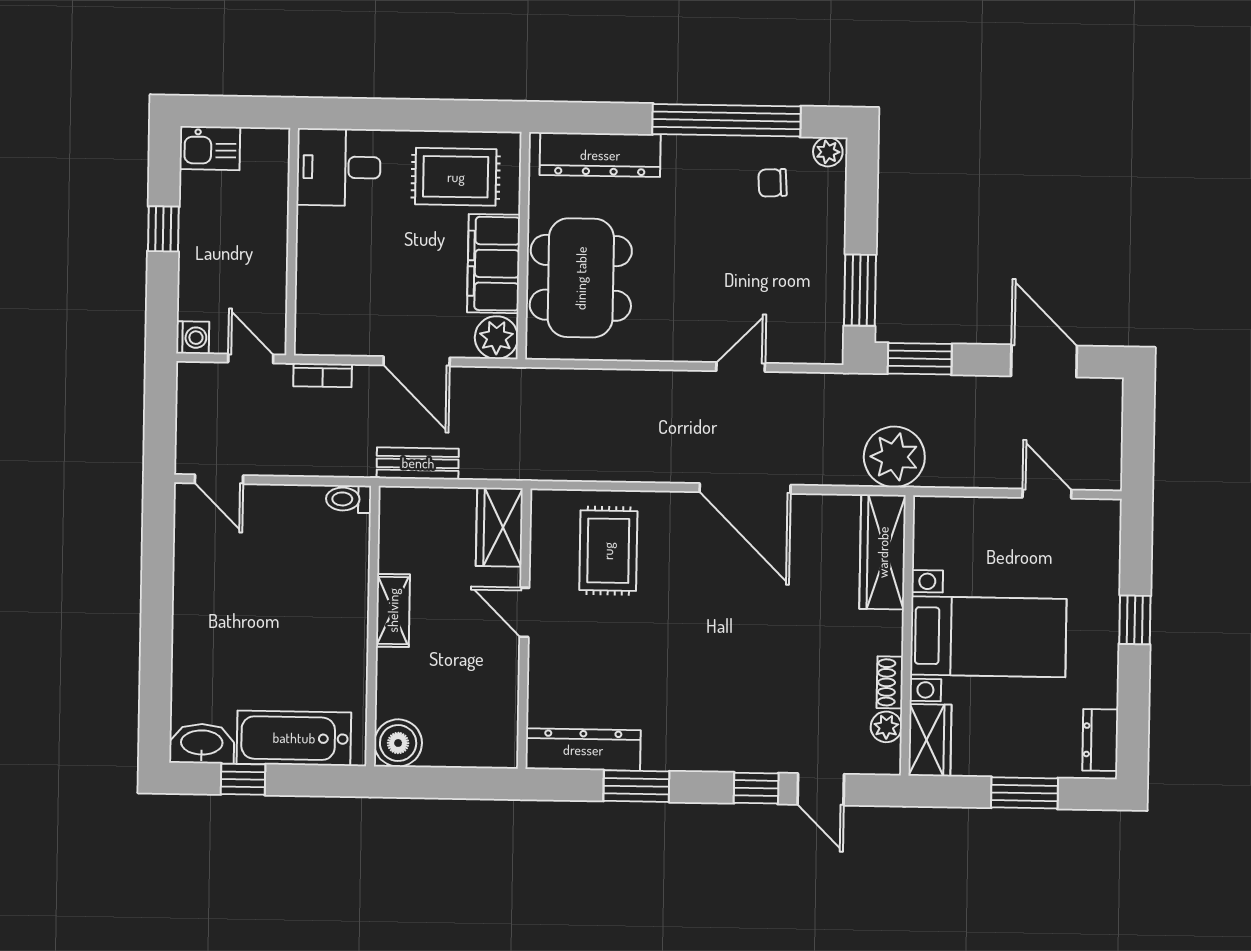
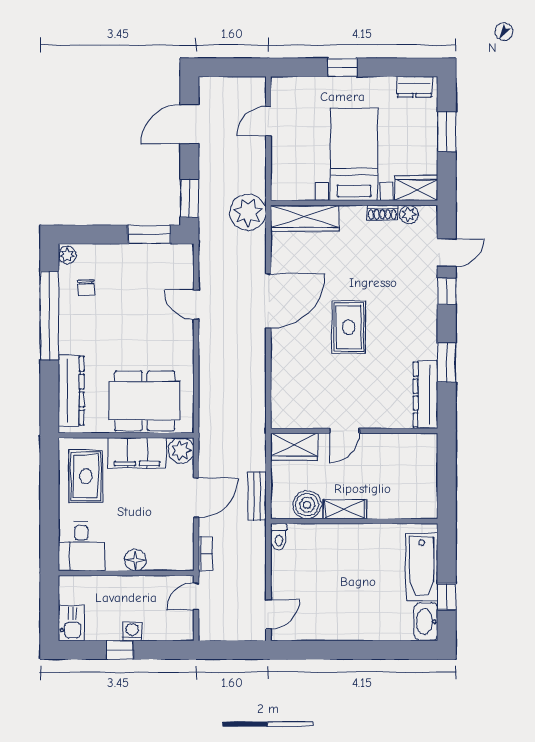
floor lamp: (314, 257) -> (135, 560), added
washing machine: (193, 338) -> (132, 631), moved
rug: (608, 551) -> (349, 327), moved, turned 90
boiler: (398, 743) -> (307, 505), moved

